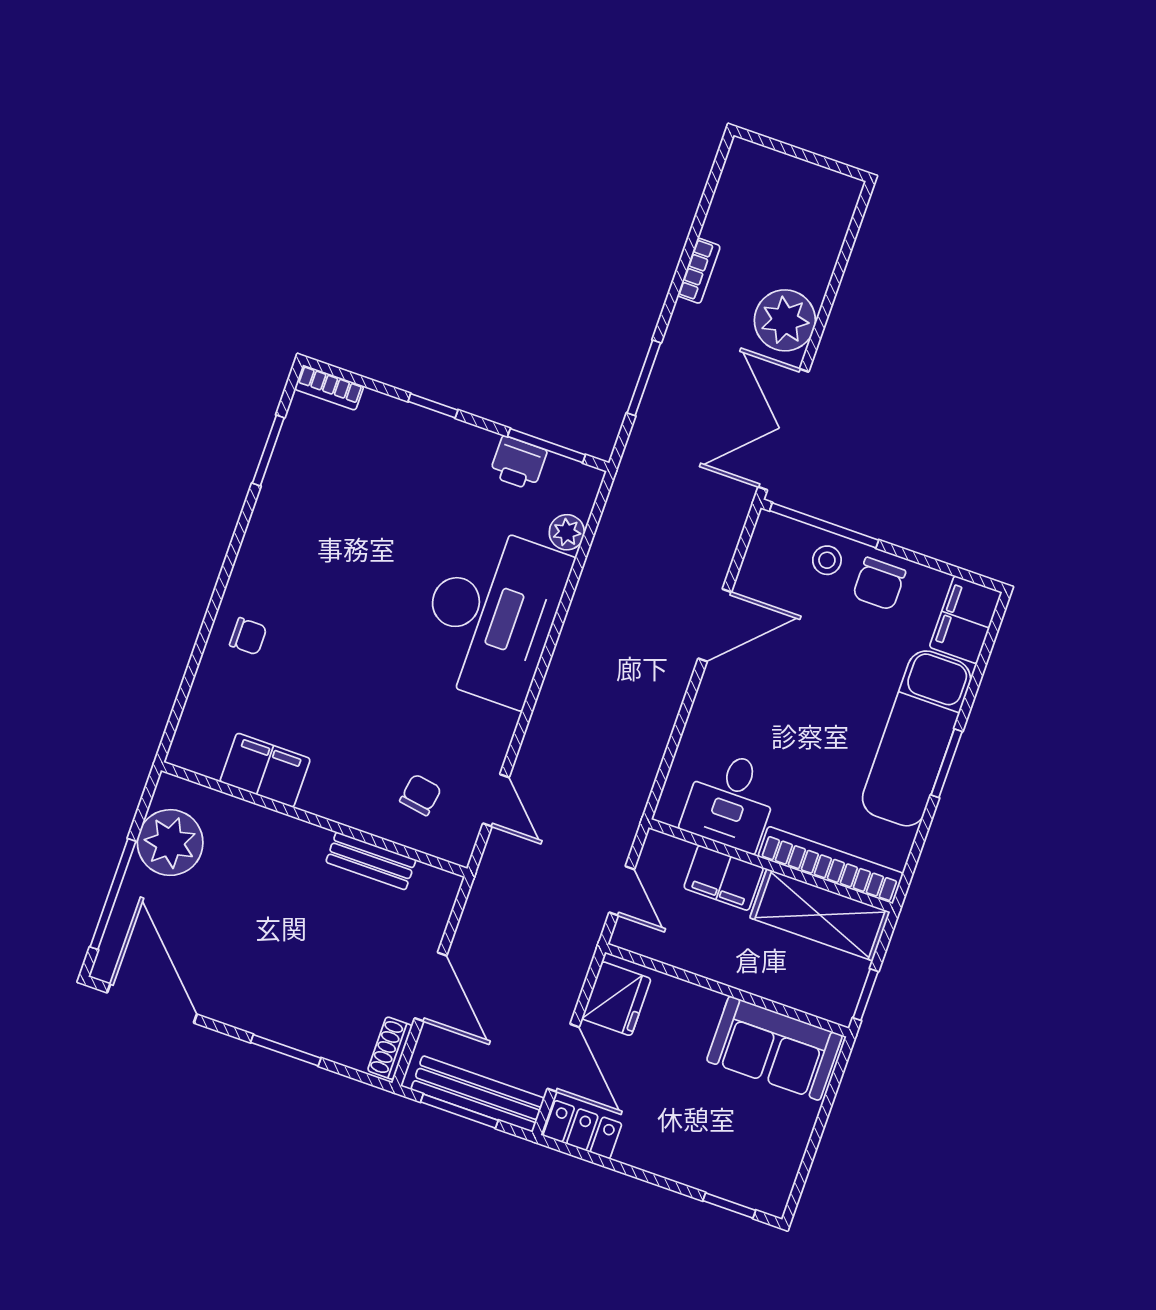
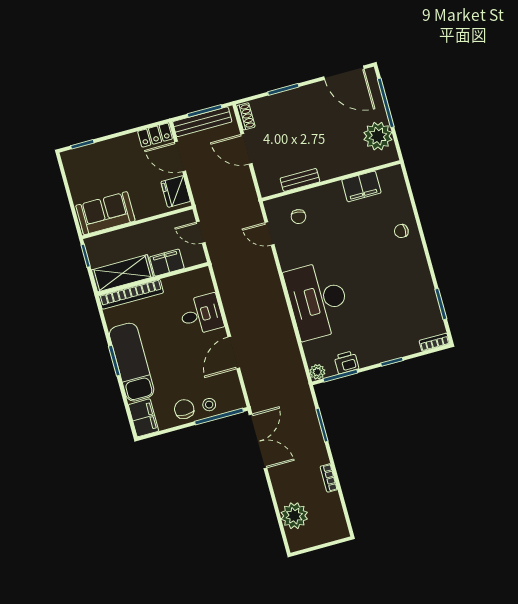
plant: (785, 320) -> (294, 516), moved
plant: (567, 532) -> (317, 372), moved
desk: (731, 801) -> (201, 314), moved, turned 90

